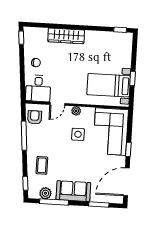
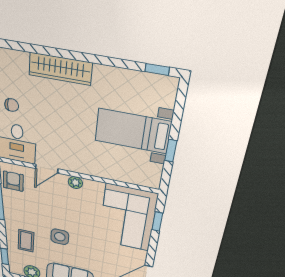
bed with nightstands: (109, 85) -> (133, 131), moved
side table: (78, 134) -> (60, 237), moved
window: (128, 149) -> (157, 222), moved

